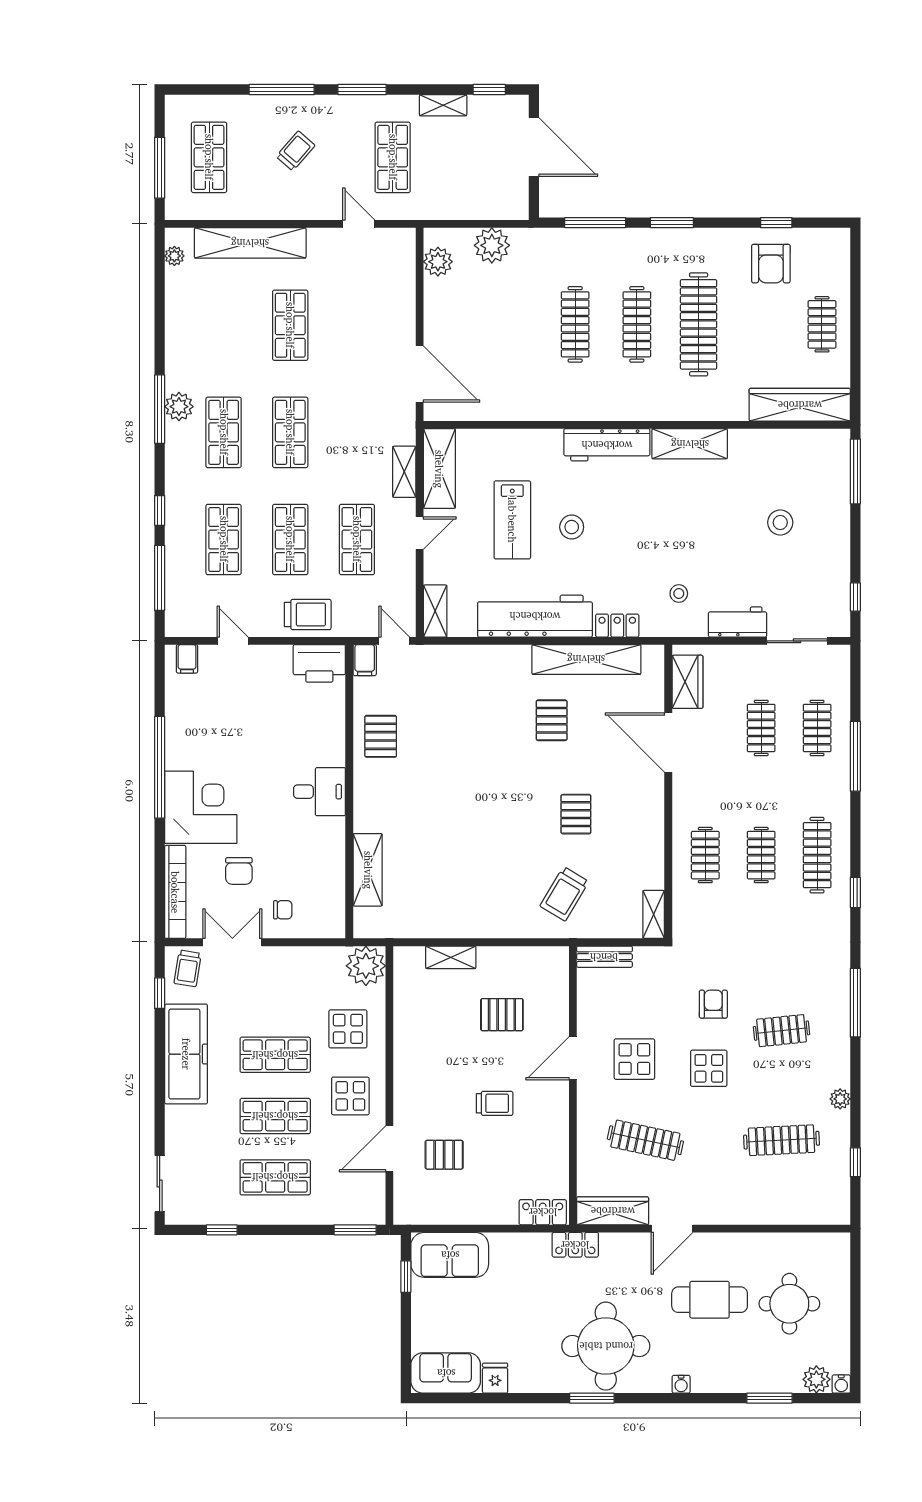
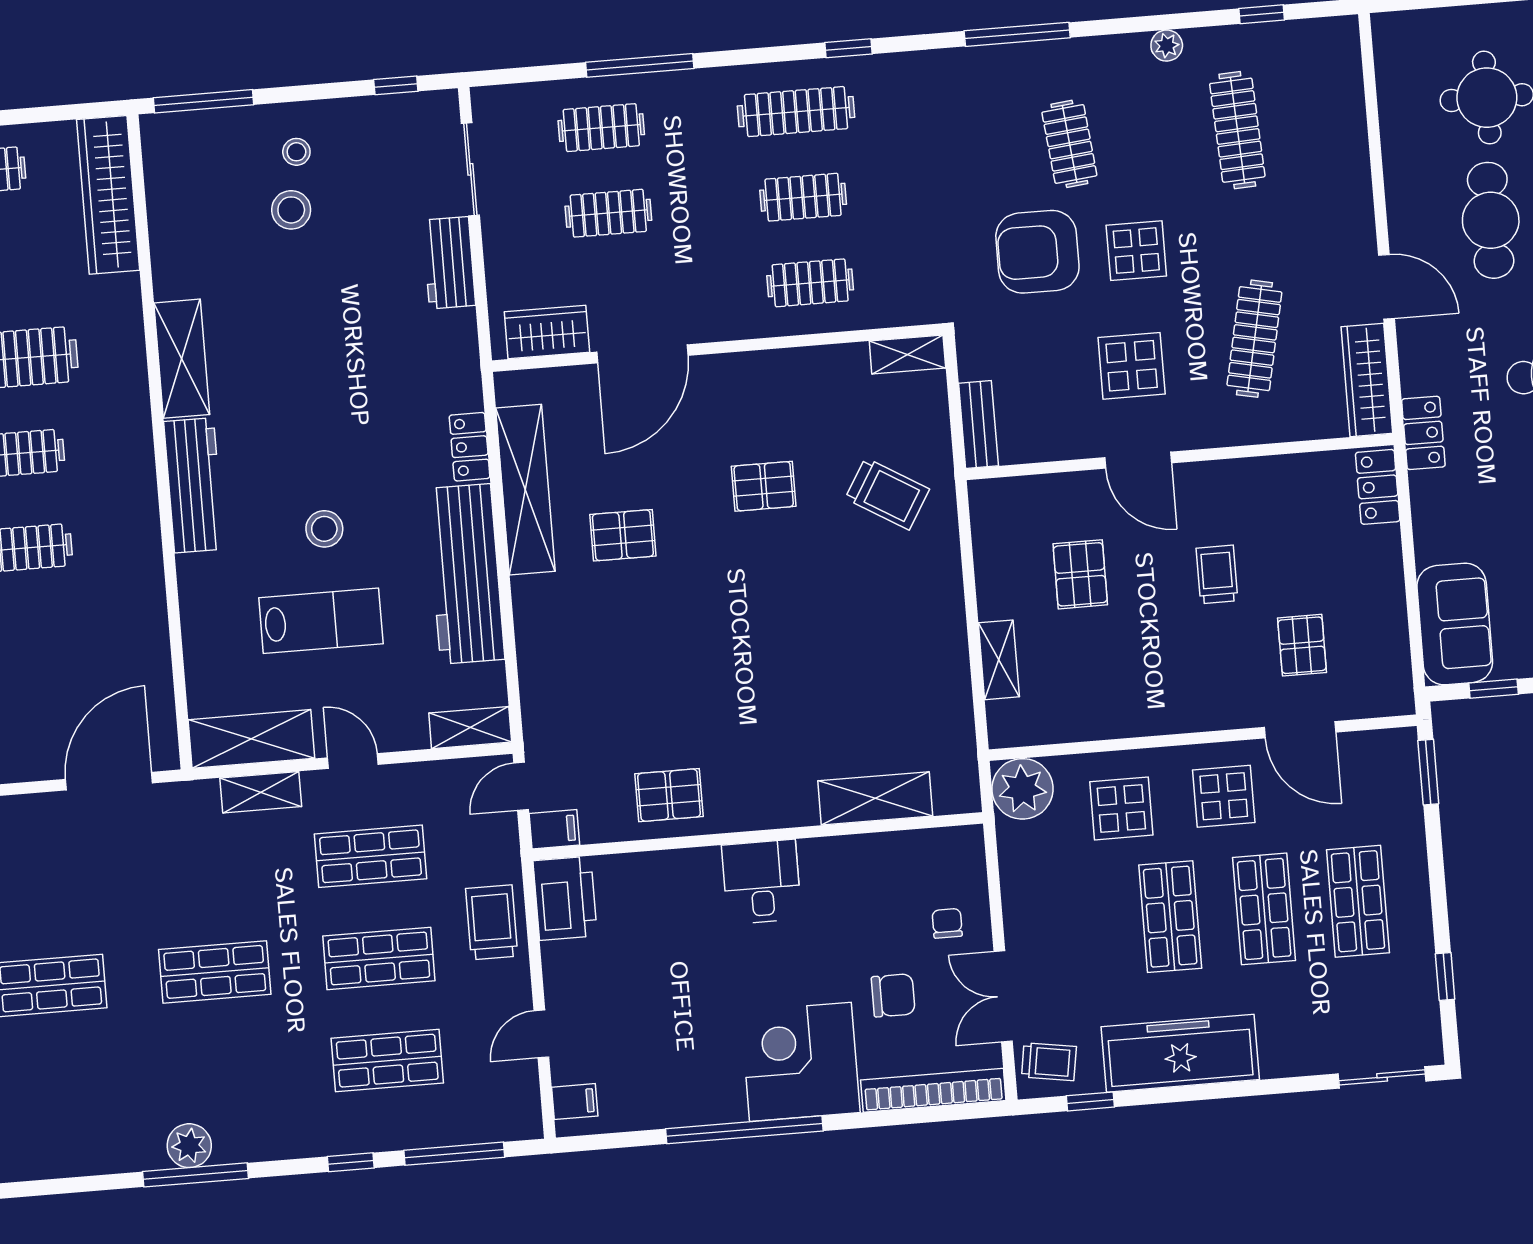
shop shelf: (224, 432) -> (223, 1074), removed
stool: (679, 593) -> (296, 152), moved
armchair: (713, 1004) -> (1037, 252), width x1.88, depth x1.88

